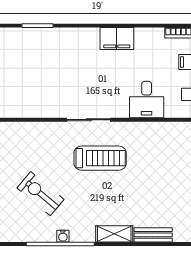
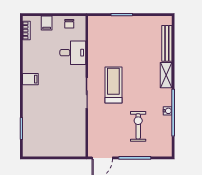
filing cabinet: (117, 39) -> (30, 79), width x0.50
exercise bike: (41, 194) -> (138, 126), turned 140
bench: (153, 235) -> (167, 43), width x1.36

